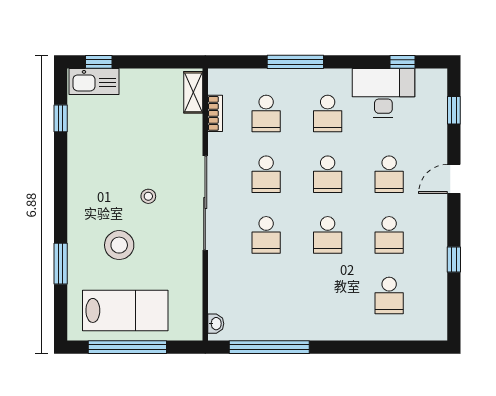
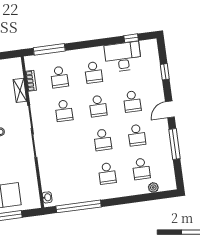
window: (295, 62) -> (49, 49), moved
shelving: (193, 92) -> (20, 90), moved
window: (454, 110) -> (165, 72), moved
door: (454, 179) -> (170, 109), moved
school desk: (266, 235) -> (107, 173), moved
window: (454, 259) -> (174, 144), width x2.17
plant: (406, 331) -> (153, 187), added

